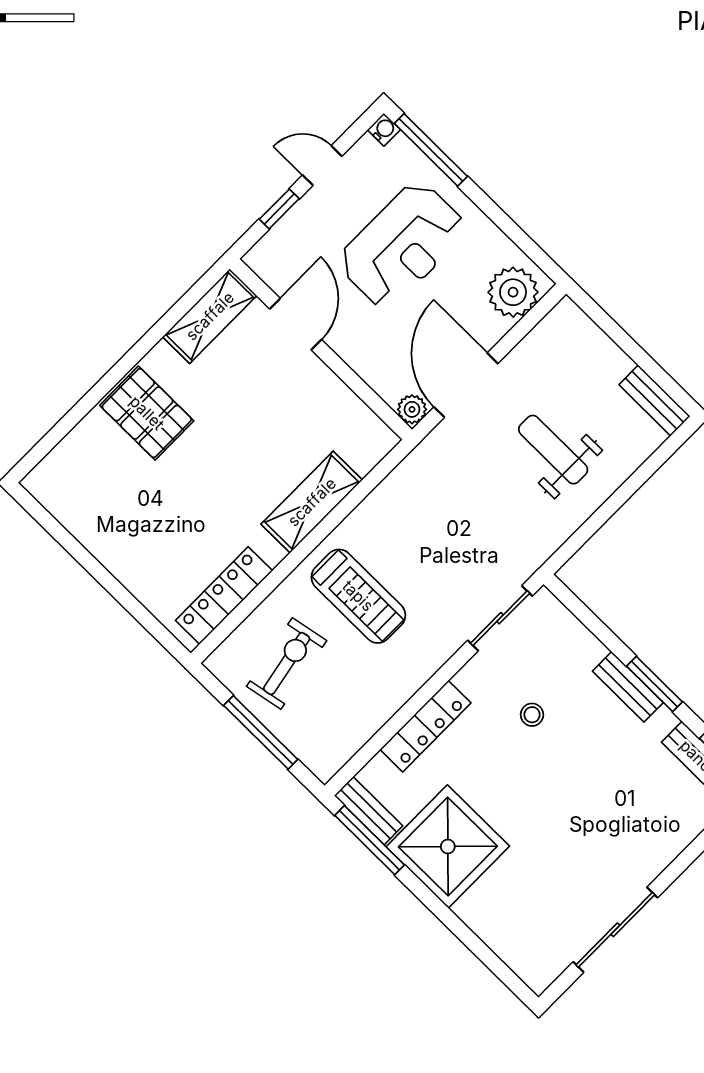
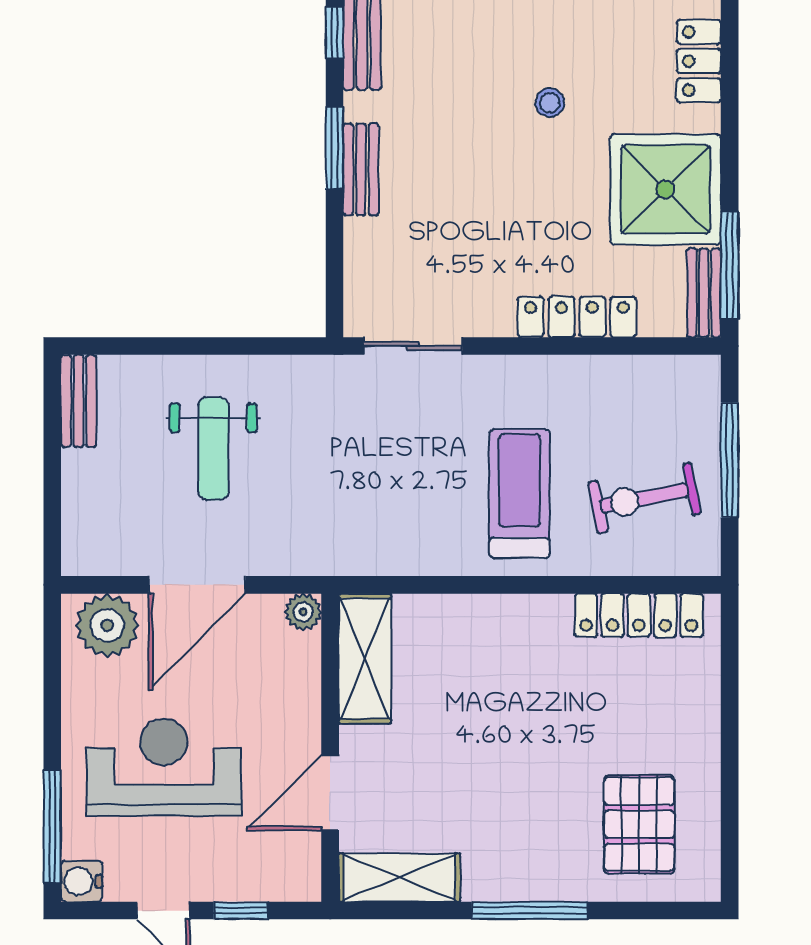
water cooler: (384, 130) -> (82, 881), width x1.38, depth x1.38
window: (119, 371) -> (530, 911), added
door: (466, 385) -> (197, 585), moved
pallet: (147, 413) -> (639, 824), moved
shelving: (312, 502) -> (365, 659), moved, turned 90
stool: (532, 715) -> (550, 103), moved
locker: (501, 936) -> (699, 61), added

